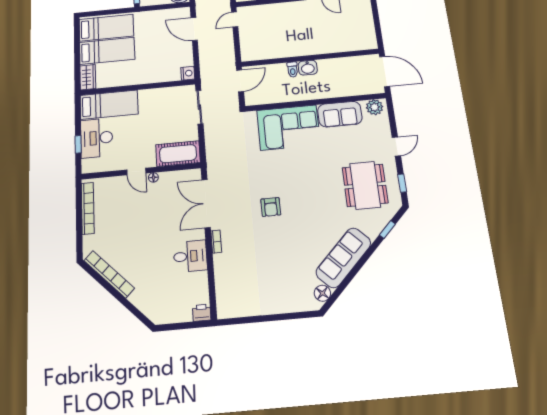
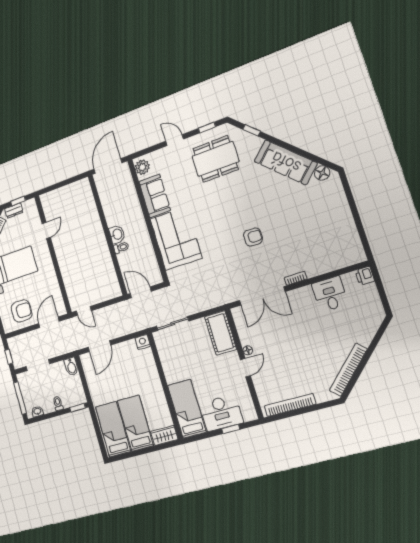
desk: (190, 256) -> (330, 294), moved

